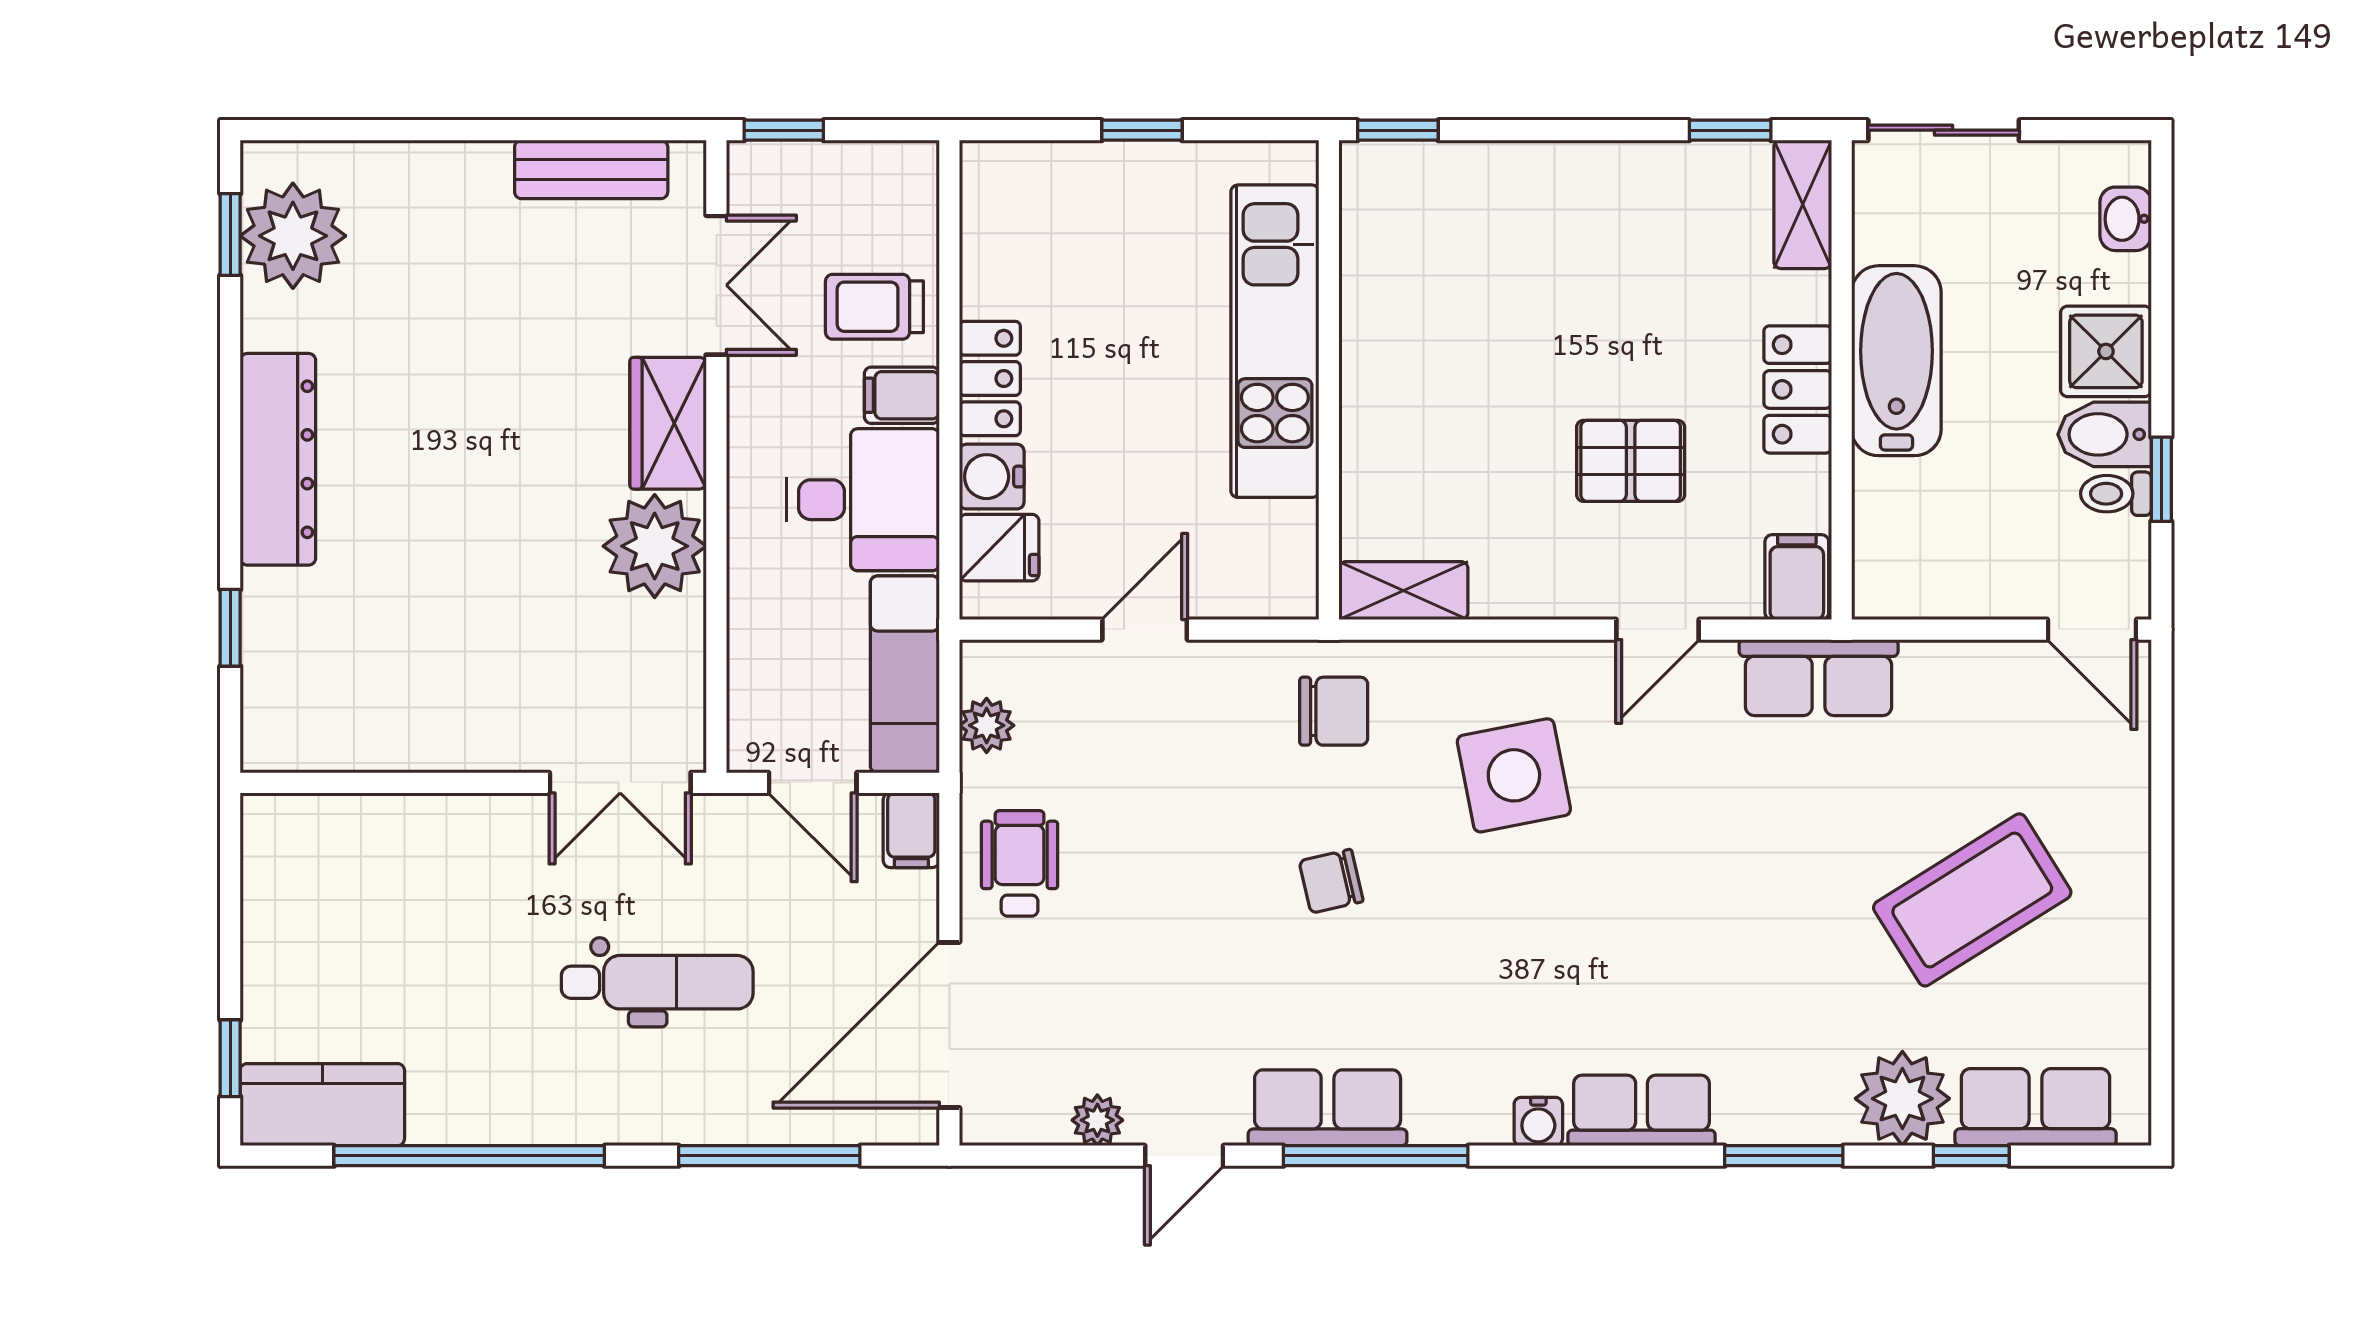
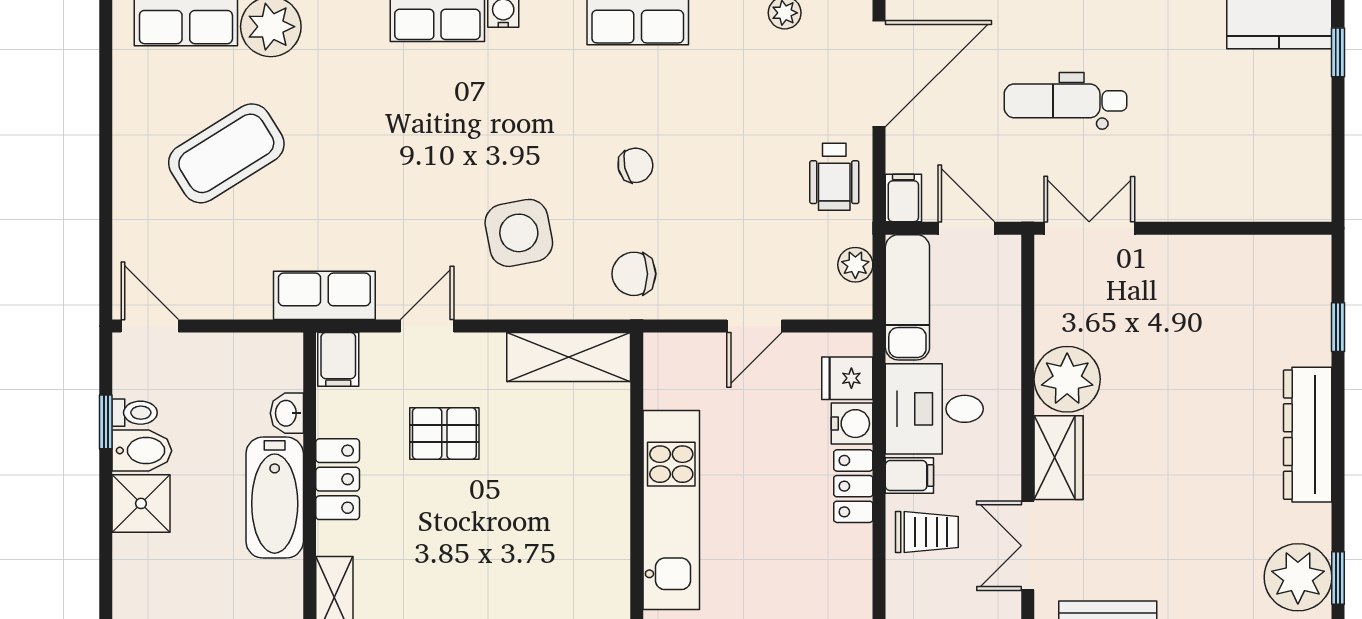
washbasin: (2126, 219) -> (287, 413), moved, turned 180
shelving: (1403, 591) -> (569, 357), width x1.50, depth x1.33

